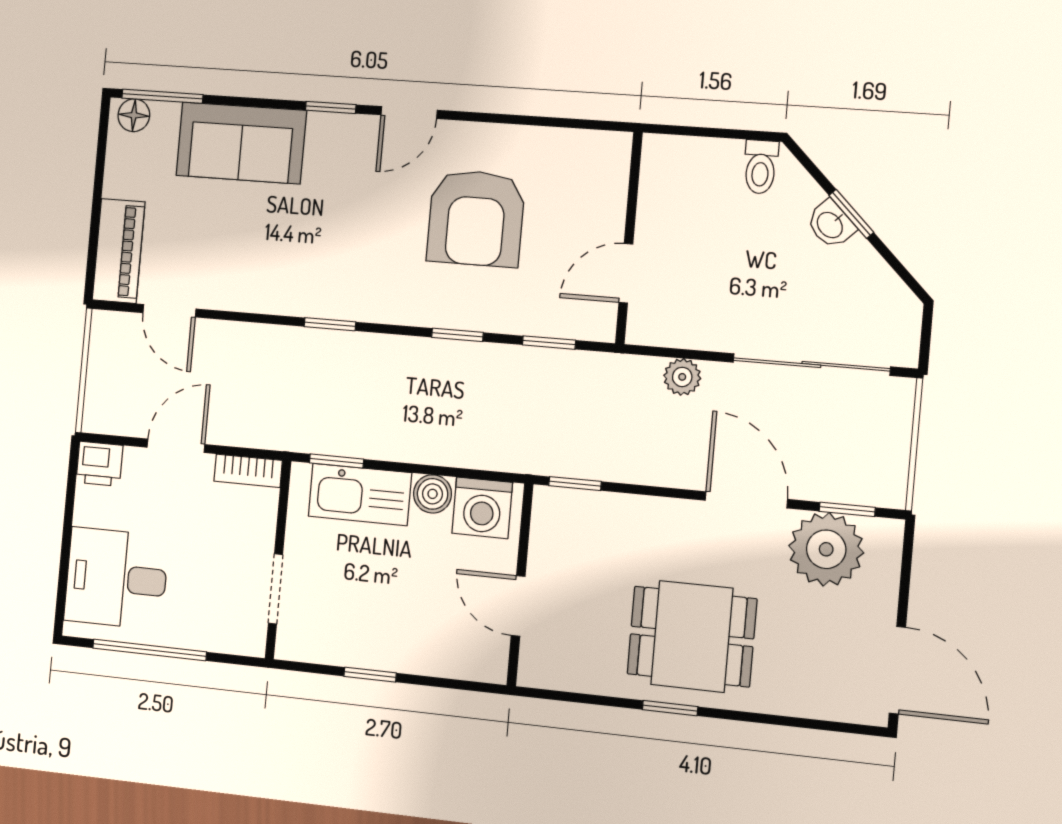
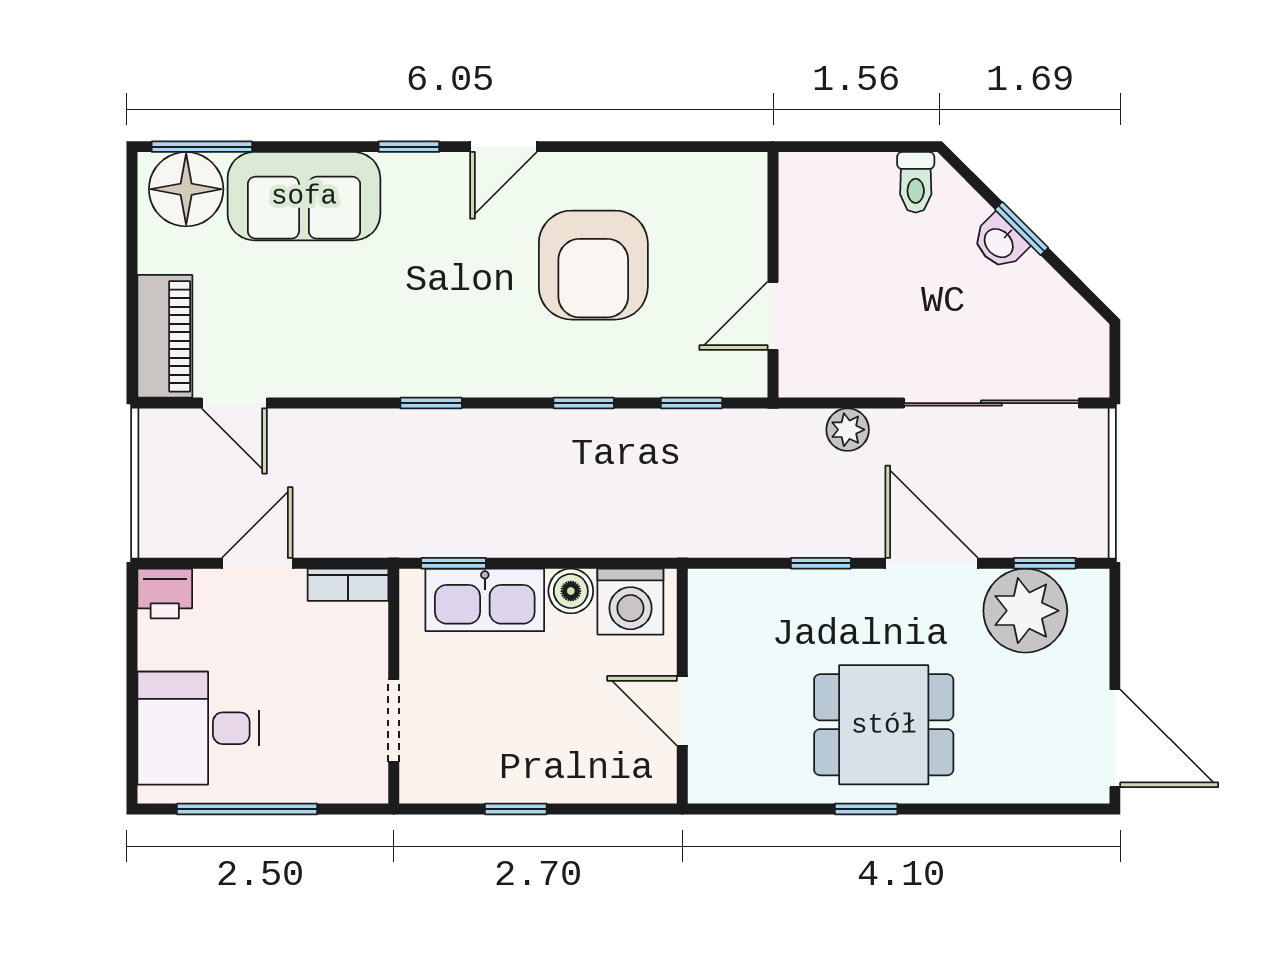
floor lamp: (134, 115) -> (186, 189), width x1.89, depth x1.89
window: (575, 484) -> (821, 563), moved

